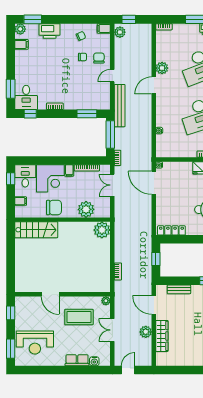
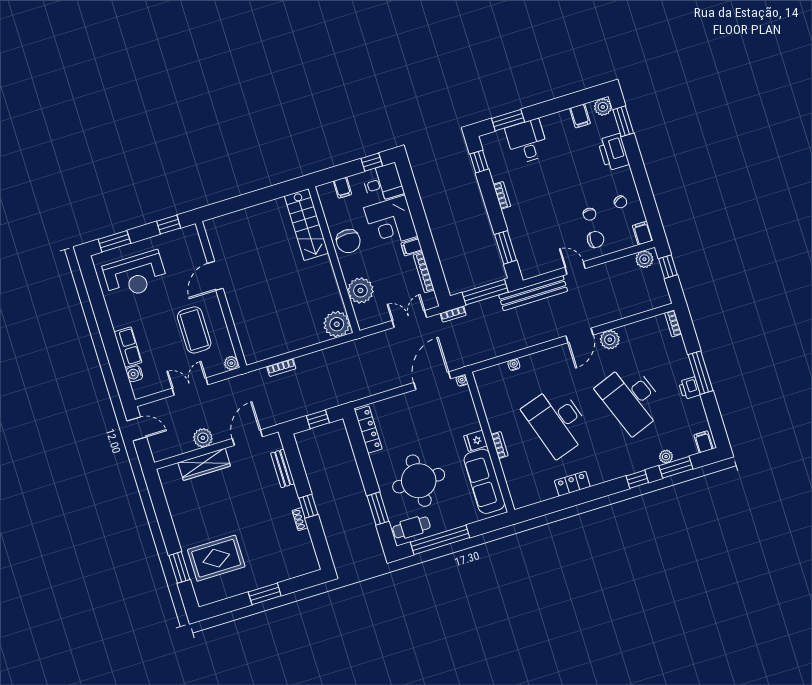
door: (154, 85) -> (580, 335), swing flipped
desk: (26, 97) -> (527, 141), moved, turned 90
reception desk: (35, 343) -> (135, 275), turned -90

